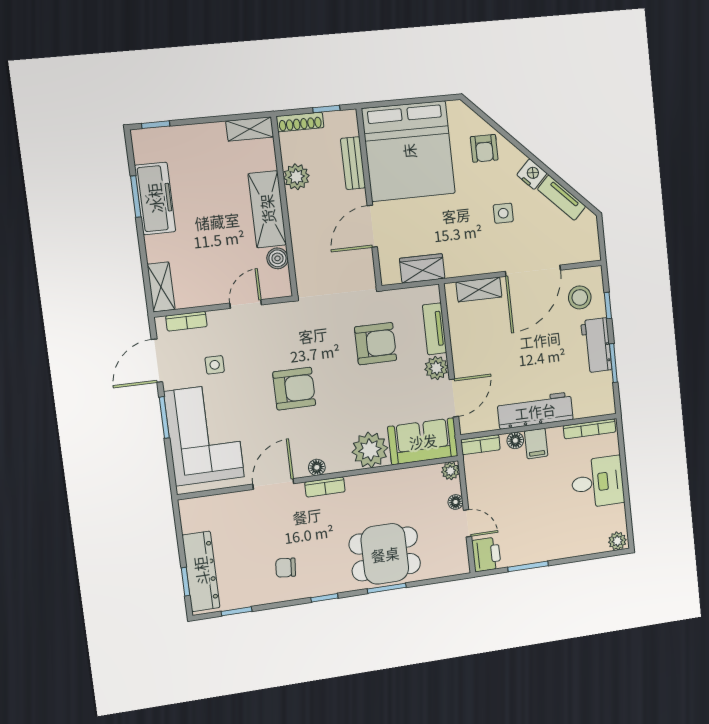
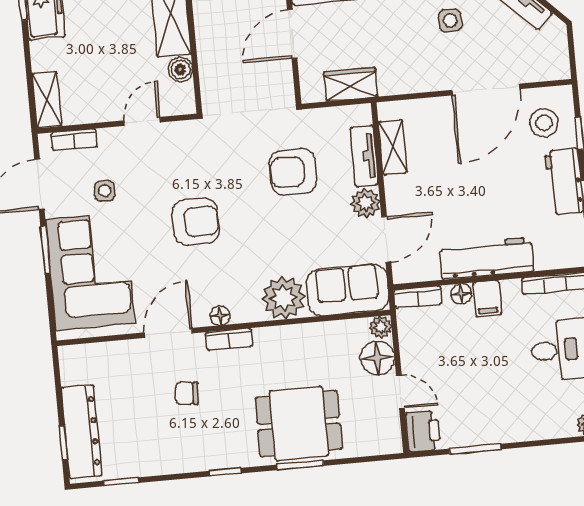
shelving: (479, 290) -> (393, 147), moved, turned 90
armchair: (376, 344) -> (293, 172), turned 180
floor lamp: (455, 502) -> (377, 358), width x1.89, depth x1.89
chair: (286, 568) -> (187, 393), moved

